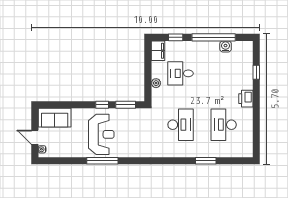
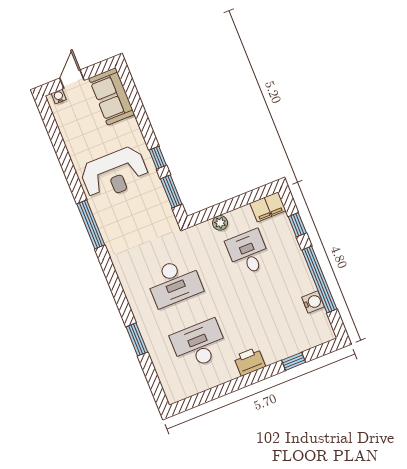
window: (102, 161) -> (91, 224), moved

